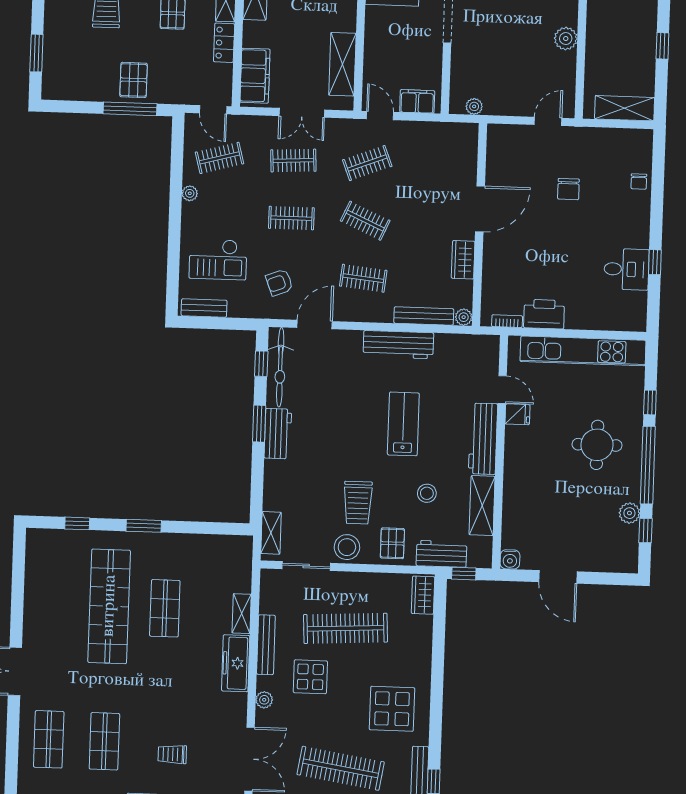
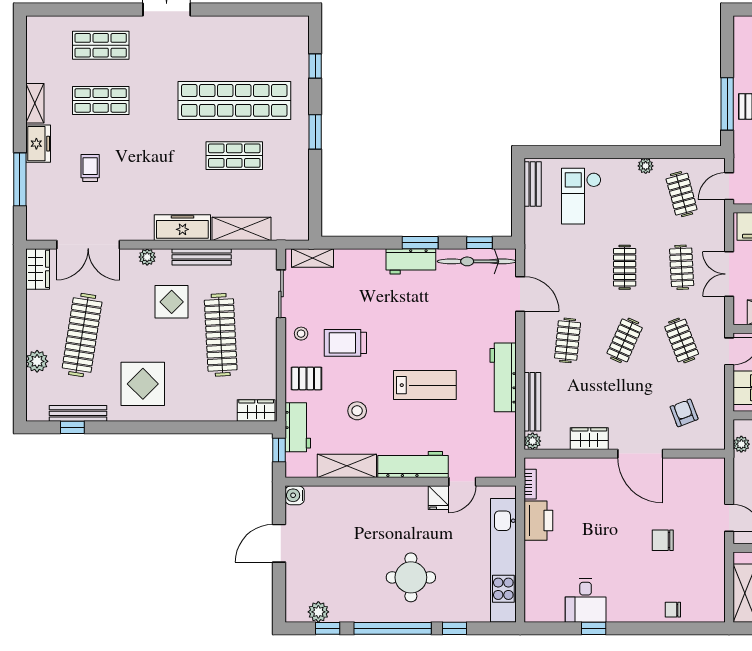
armchair: (279, 283) -> (684, 413), moved
plant: (629, 513) -> (318, 612), moved
stool: (347, 547) -> (301, 334), width x0.53, depth x0.53
shelving: (242, 614) -> (241, 229), width x1.50, depth x1.33

